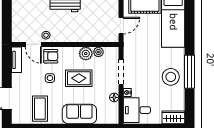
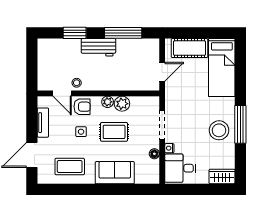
plant: (98, 52) -> (108, 102), moved
tv unit: (16, 60) -> (43, 123), moved
coffee table: (40, 109) -> (70, 167), turned 90

